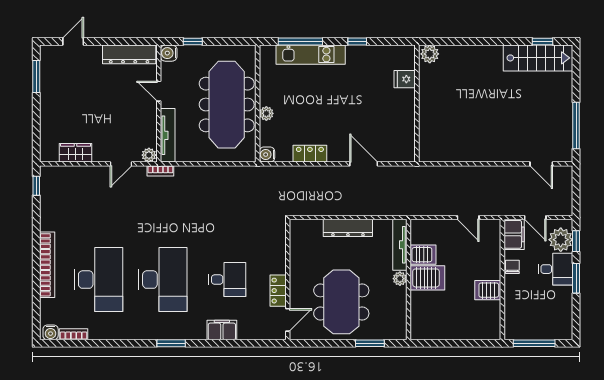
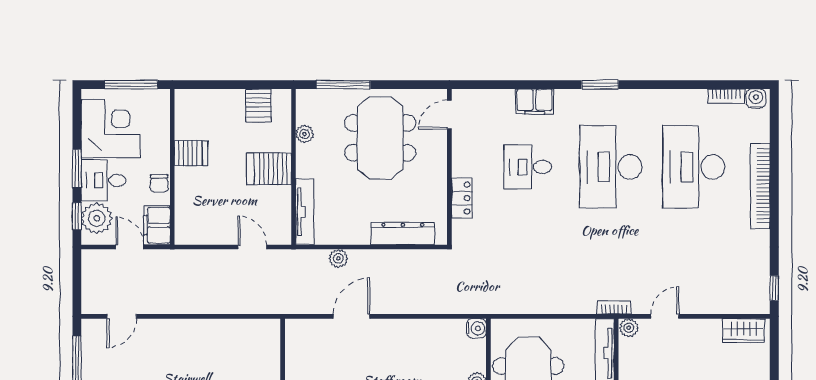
wardrobe: (76, 153) -> (744, 331), moved
locker: (310, 154) -> (421, 329), removed
door: (364, 164) -> (351, 316), swing flipped
door: (541, 164) -> (122, 316), swing flipped
plant: (374, 209) -> (338, 258), added
door: (468, 217) -> (252, 247), moved
dresser: (348, 228) -> (403, 234), moved
server rack: (423, 255) -> (258, 106), moved, turned -90
plant: (400, 279) -> (305, 134), moved
locker: (278, 291) -> (462, 198), moved
corner desk: (550, 309) -> (111, 129), added
window: (370, 343) -> (343, 85), width x1.44

